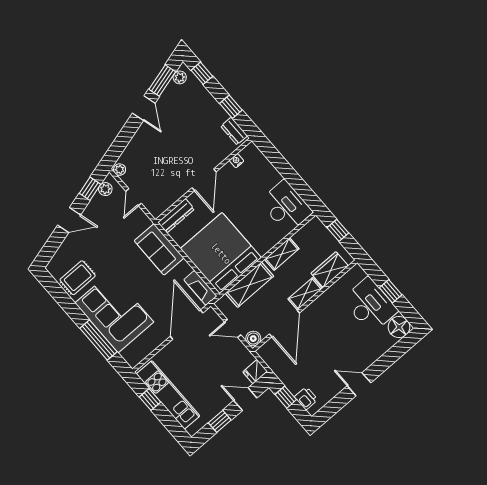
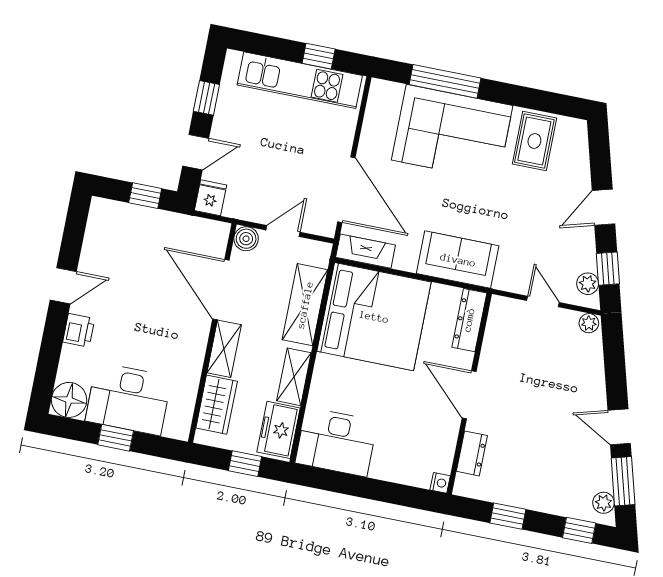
dresser: (234, 131) -> (472, 453), moved, turned 90
nightstand: (237, 161) -> (440, 483), moved
freezer: (309, 234) -> (279, 430), added
printer: (306, 398) -> (79, 330), moved, turned -90

